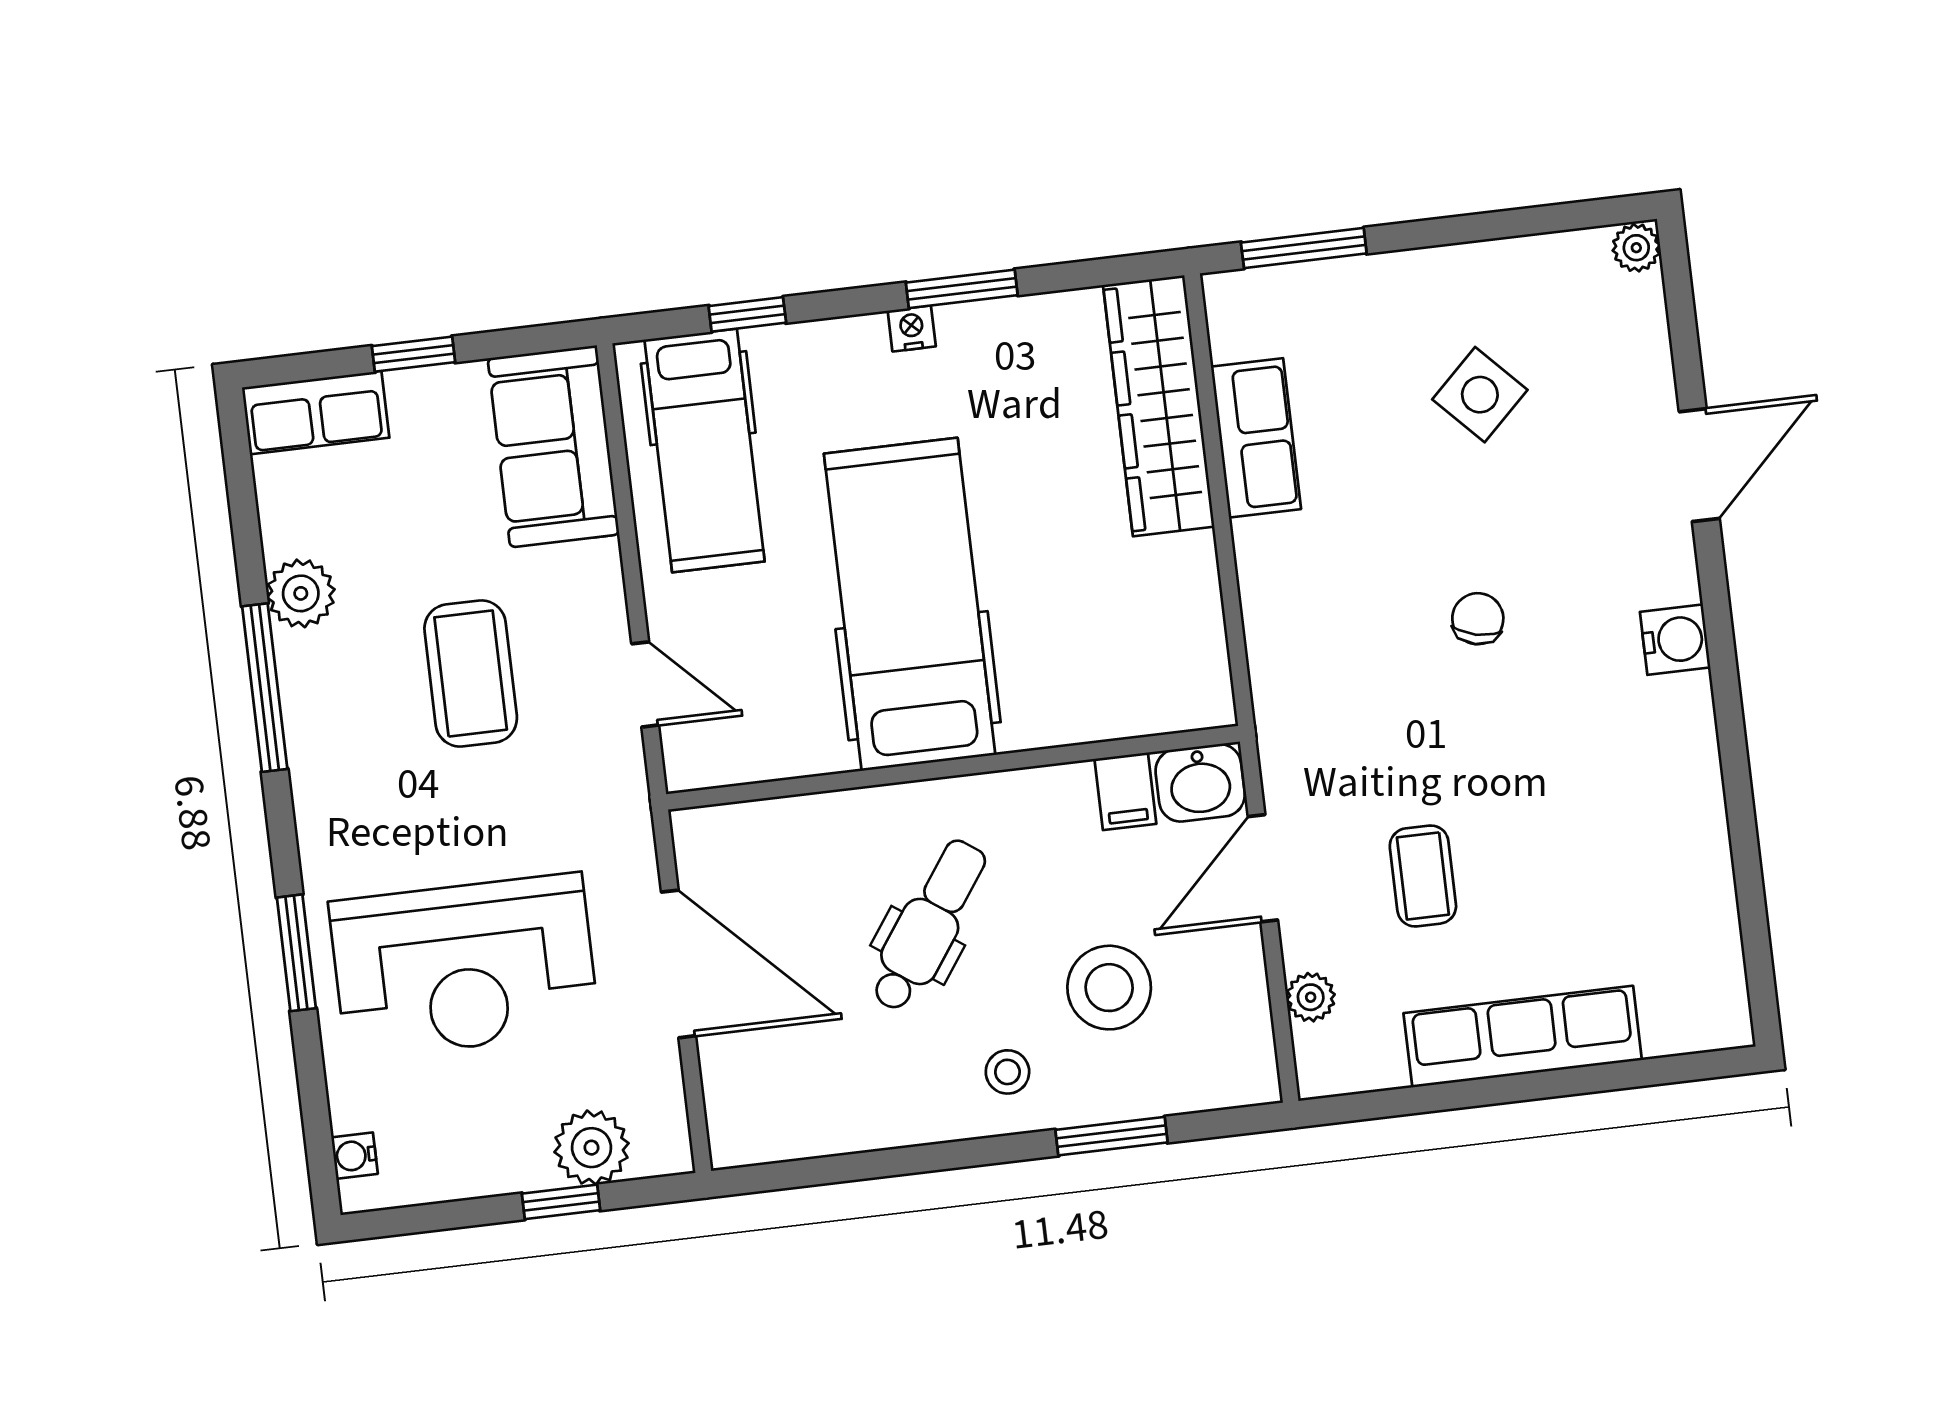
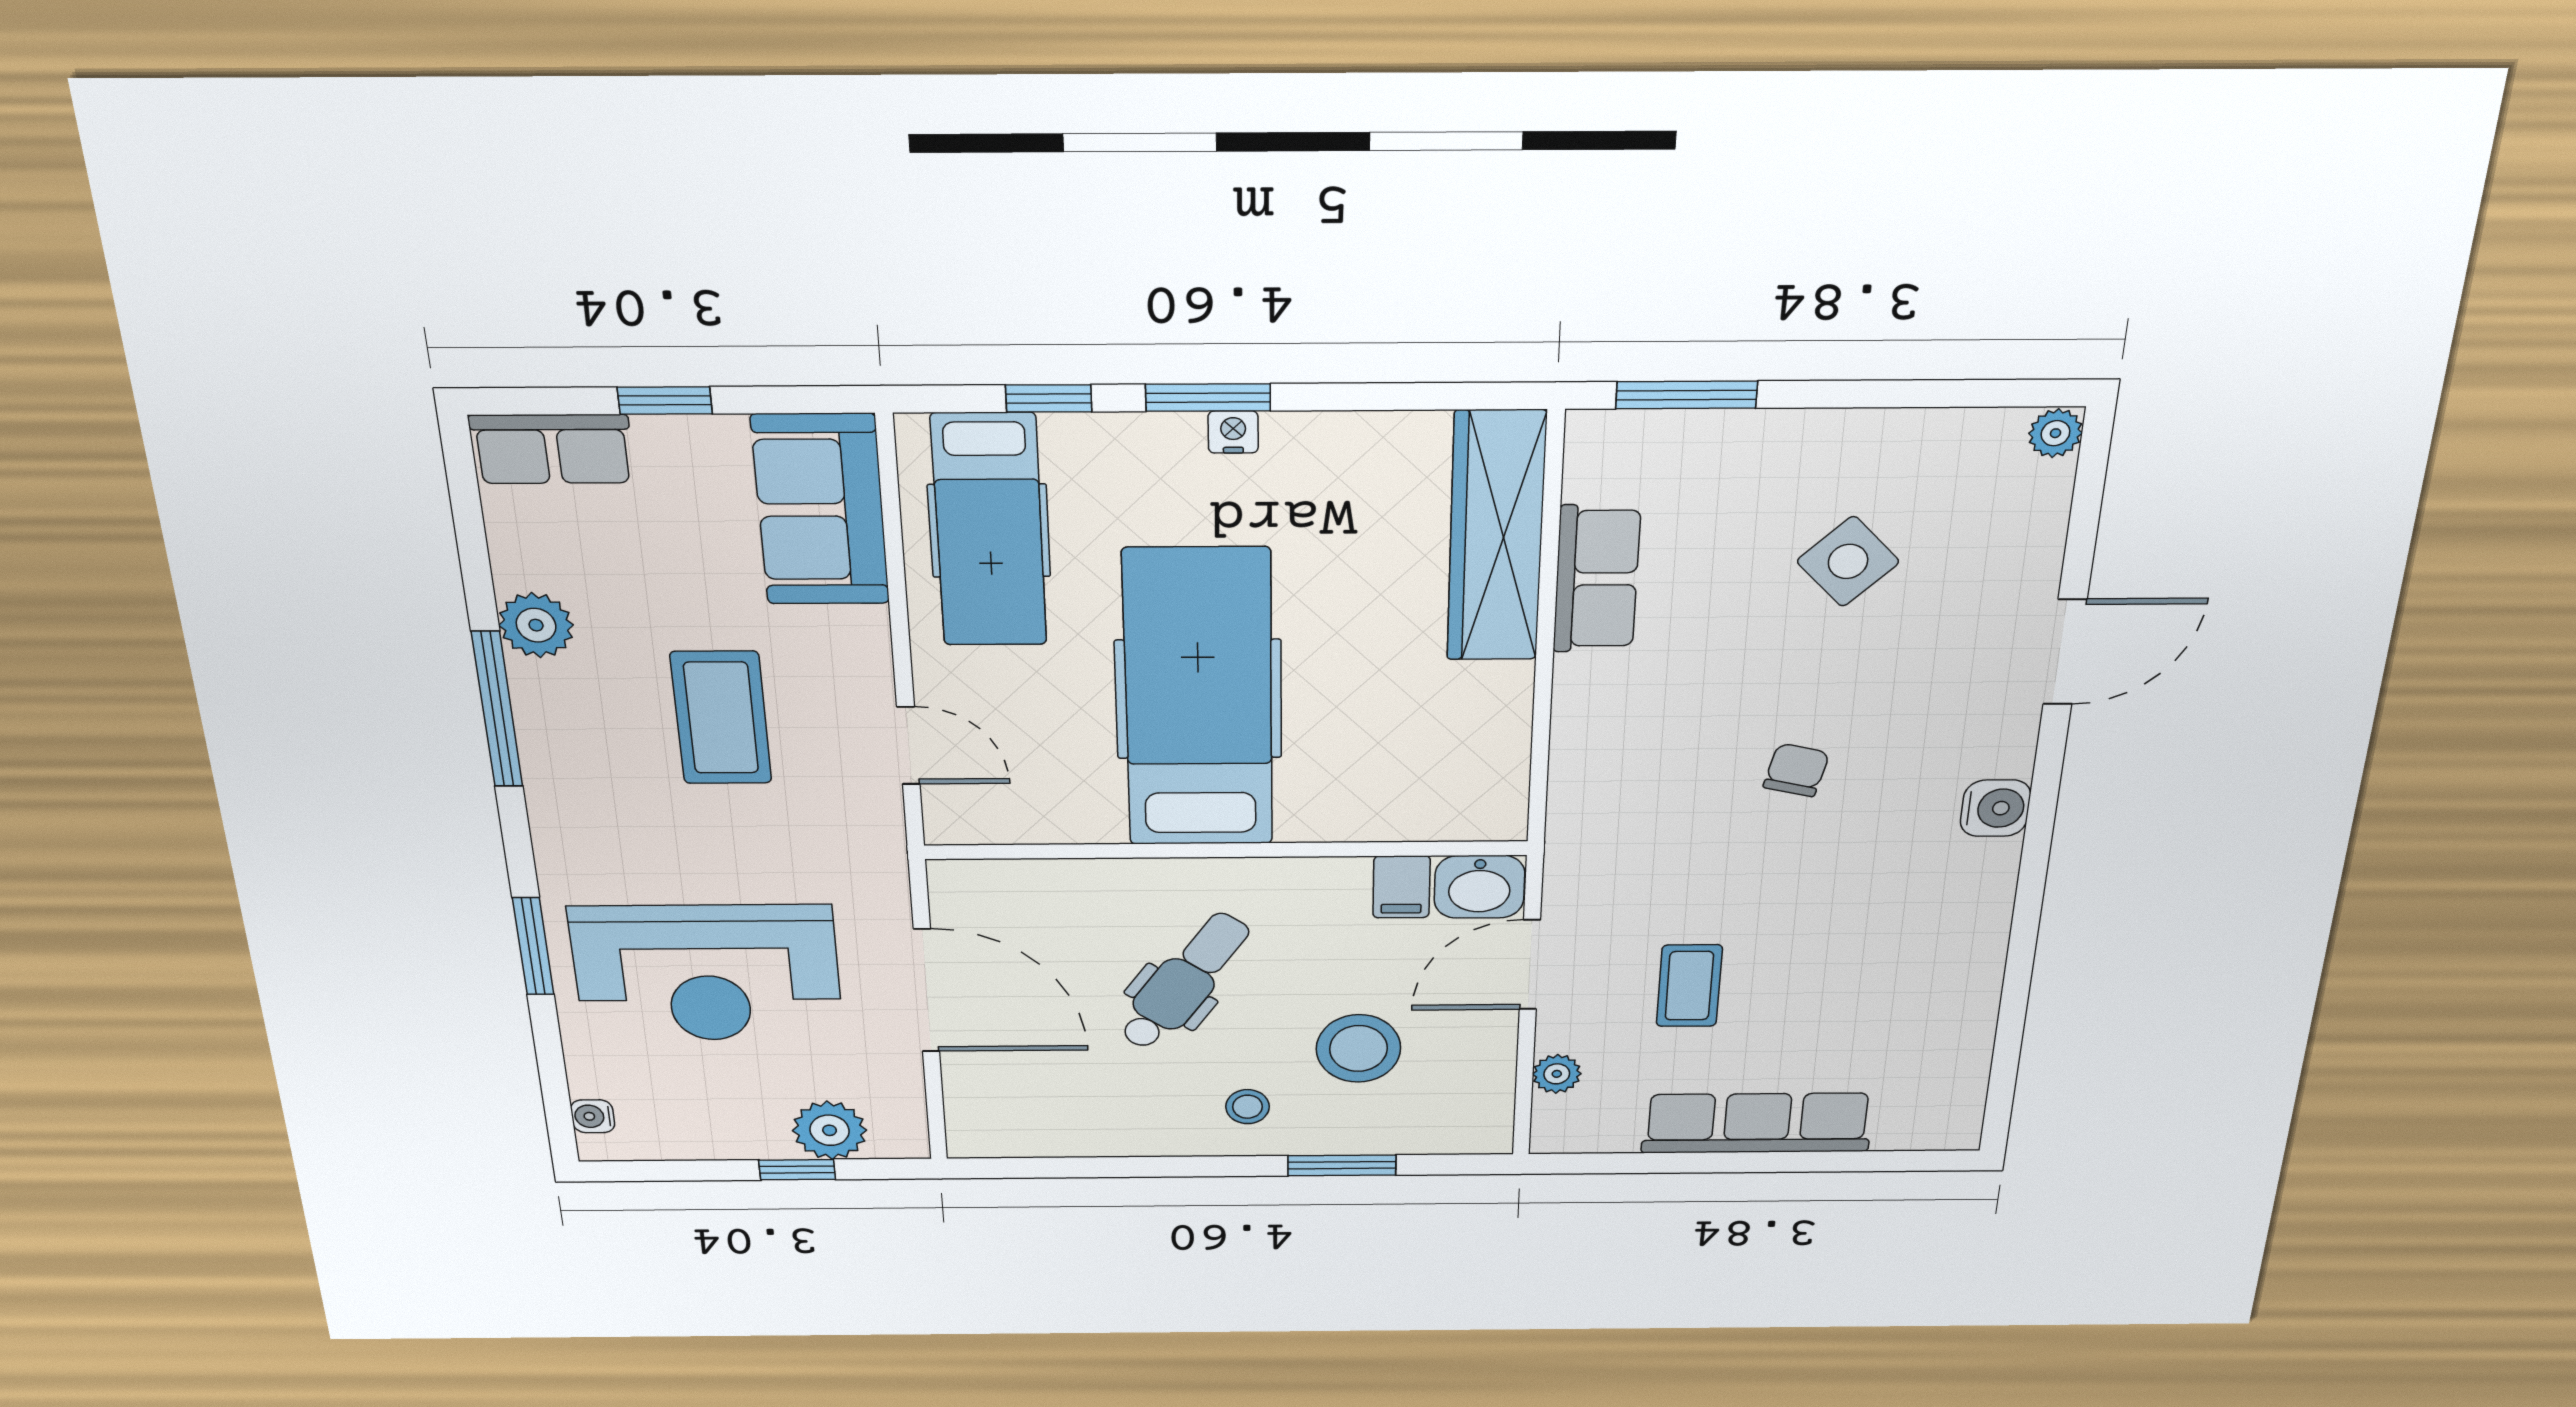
window: (962, 289) -> (1208, 398), moved

